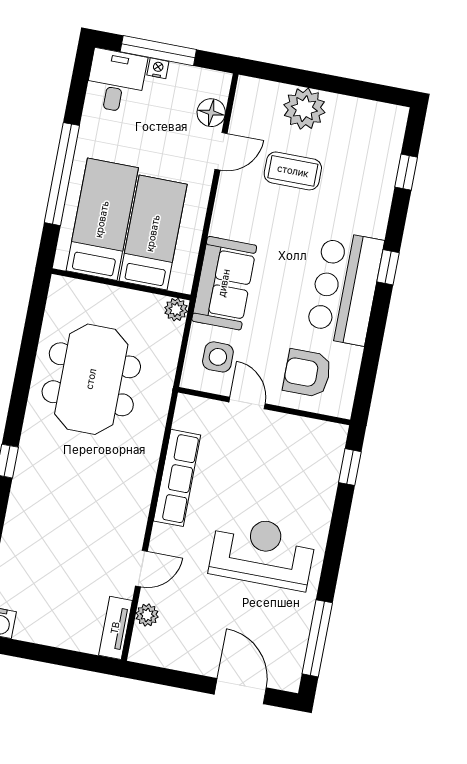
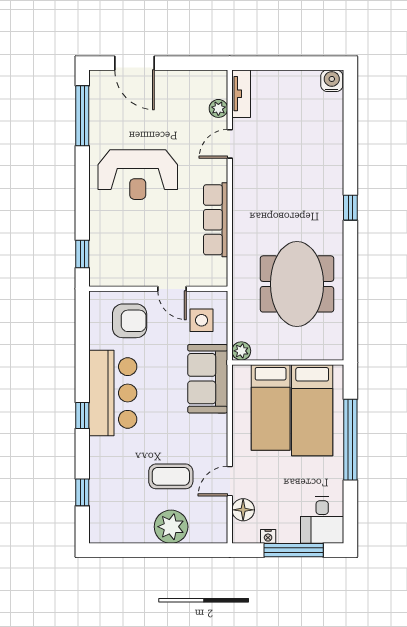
nightstand: (158, 68) -> (268, 536), moved

